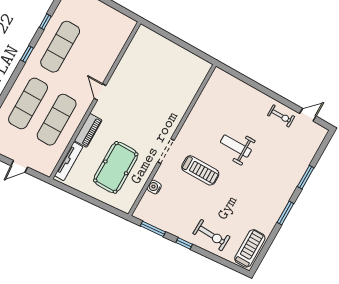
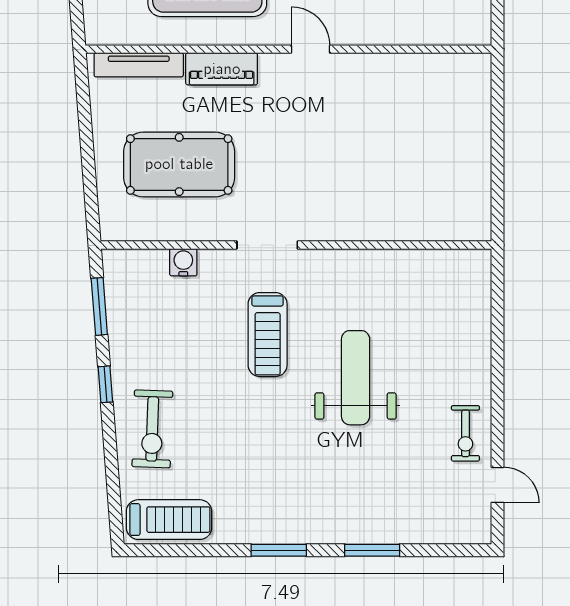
door: (100, 92) -> (310, 49), hinge flipped
weight bench: (236, 146) -> (356, 378), width x1.36, depth x1.33

